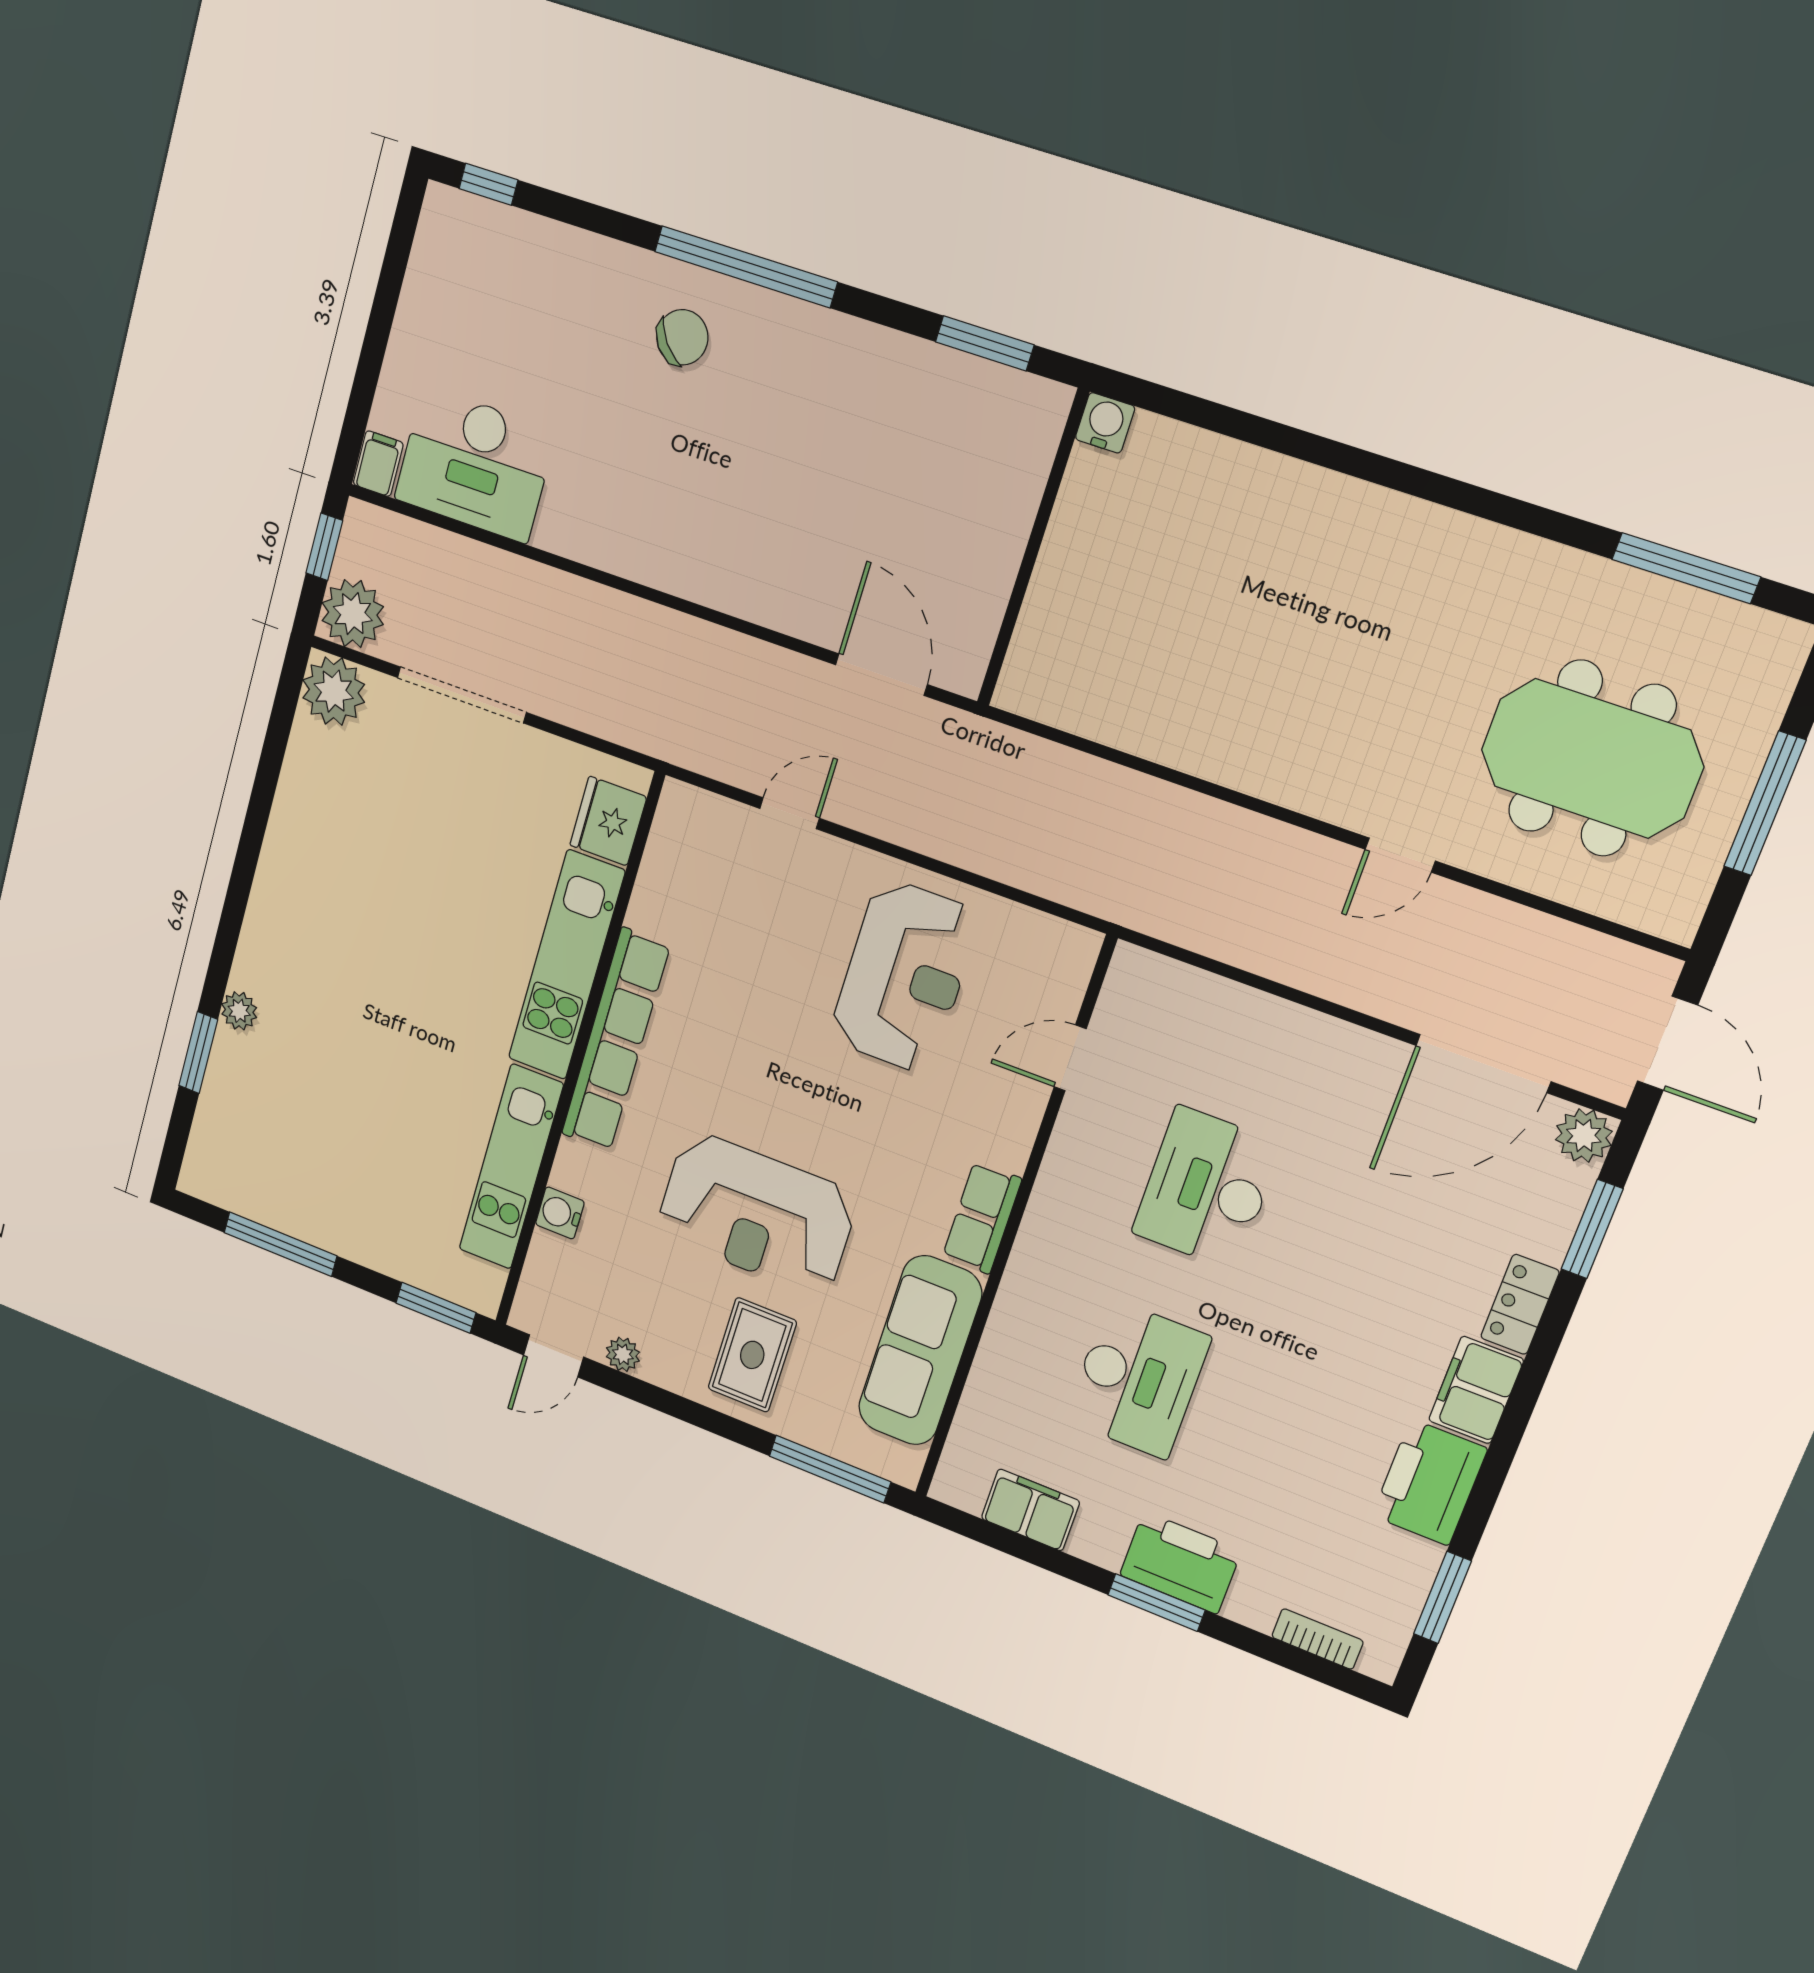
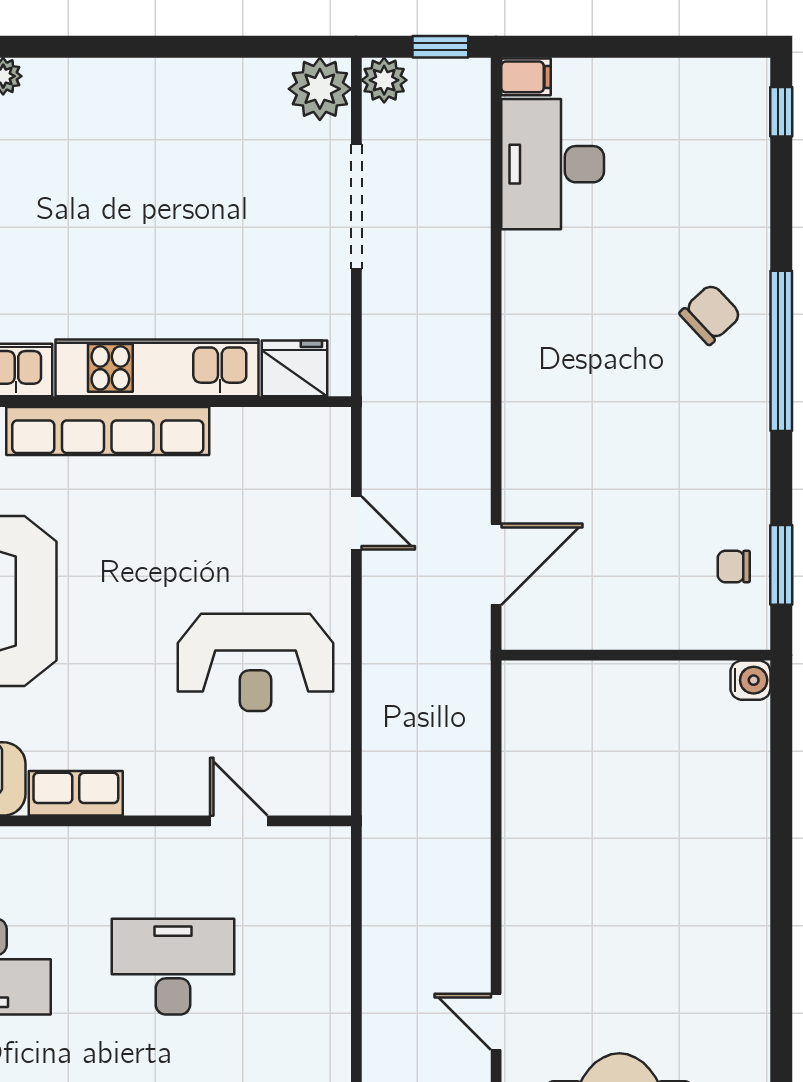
chair: (682, 337) -> (710, 314), turned -95
chair: (969, 401) -> (734, 567), added
plant: (353, 614) -> (384, 80), width x0.73, depth x0.73

